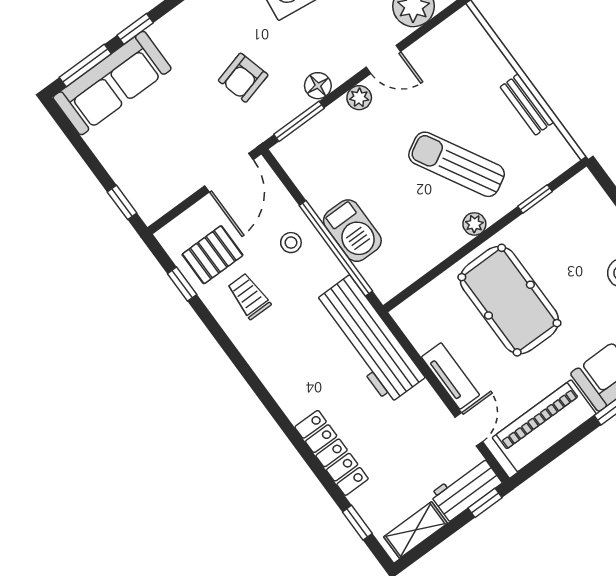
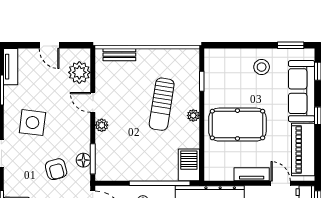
door: (383, 59) -> (93, 102), swing flipped
floor lamp: (318, 86) -> (83, 160), moved
bench: (527, 105) -> (119, 55), moved
sun lounger: (457, 164) -> (162, 104), turned -52
barbecue: (352, 231) -> (189, 165), moved, turned -90

